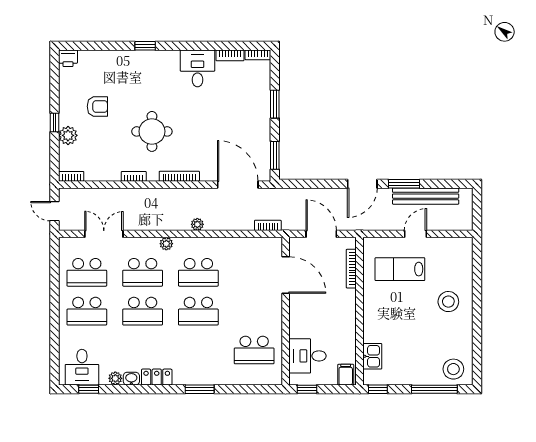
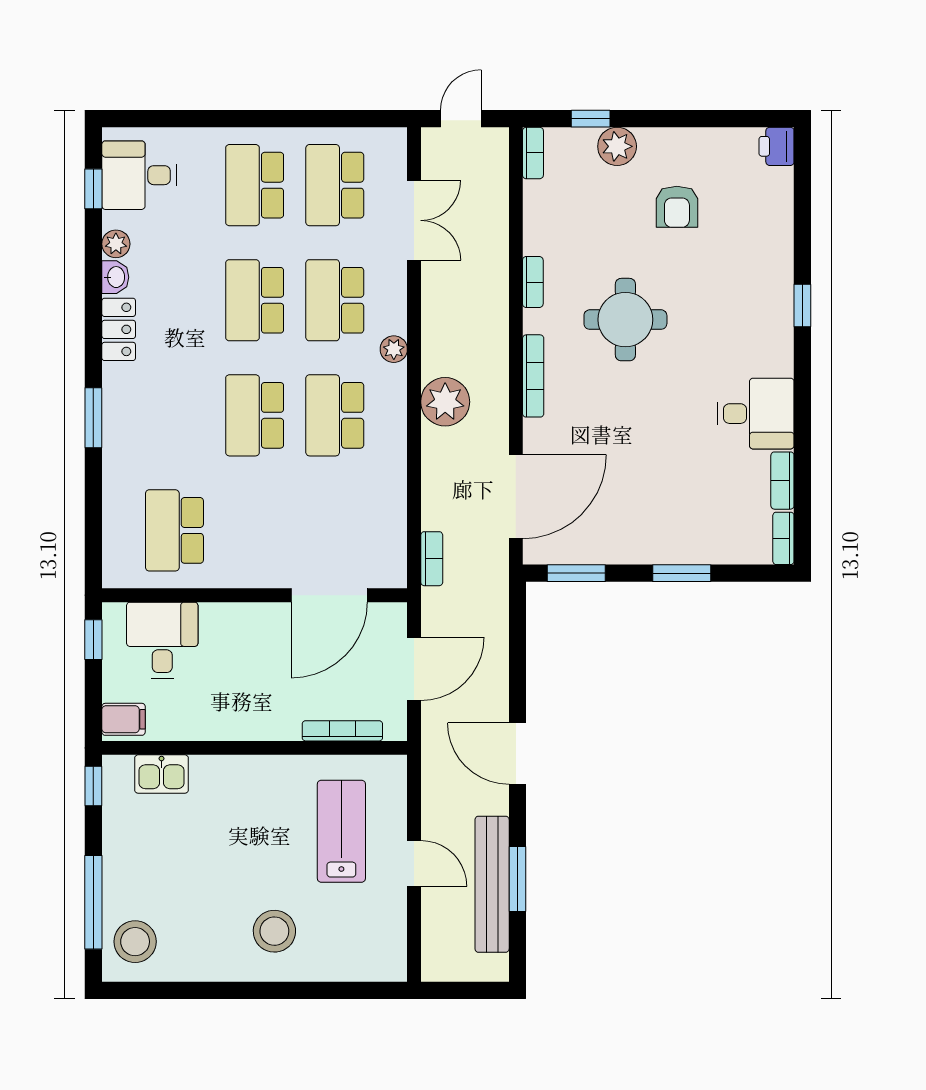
window: (55, 122) -> (591, 119), moved
window: (404, 184) -> (517, 879), moved
plant: (197, 224) -> (445, 402), width x1.88, depth x1.88

